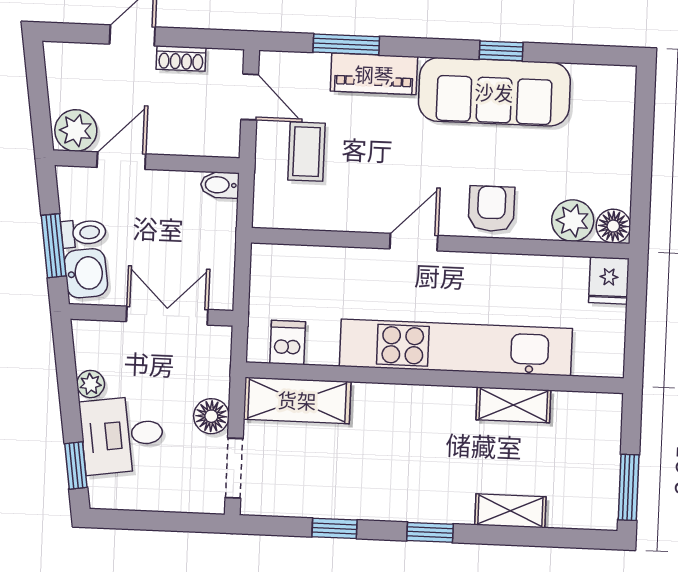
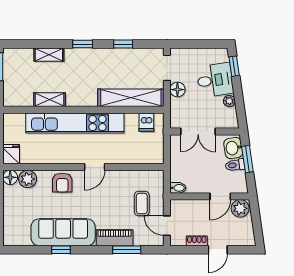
shelving: (297, 400) -> (131, 98), width x1.47

